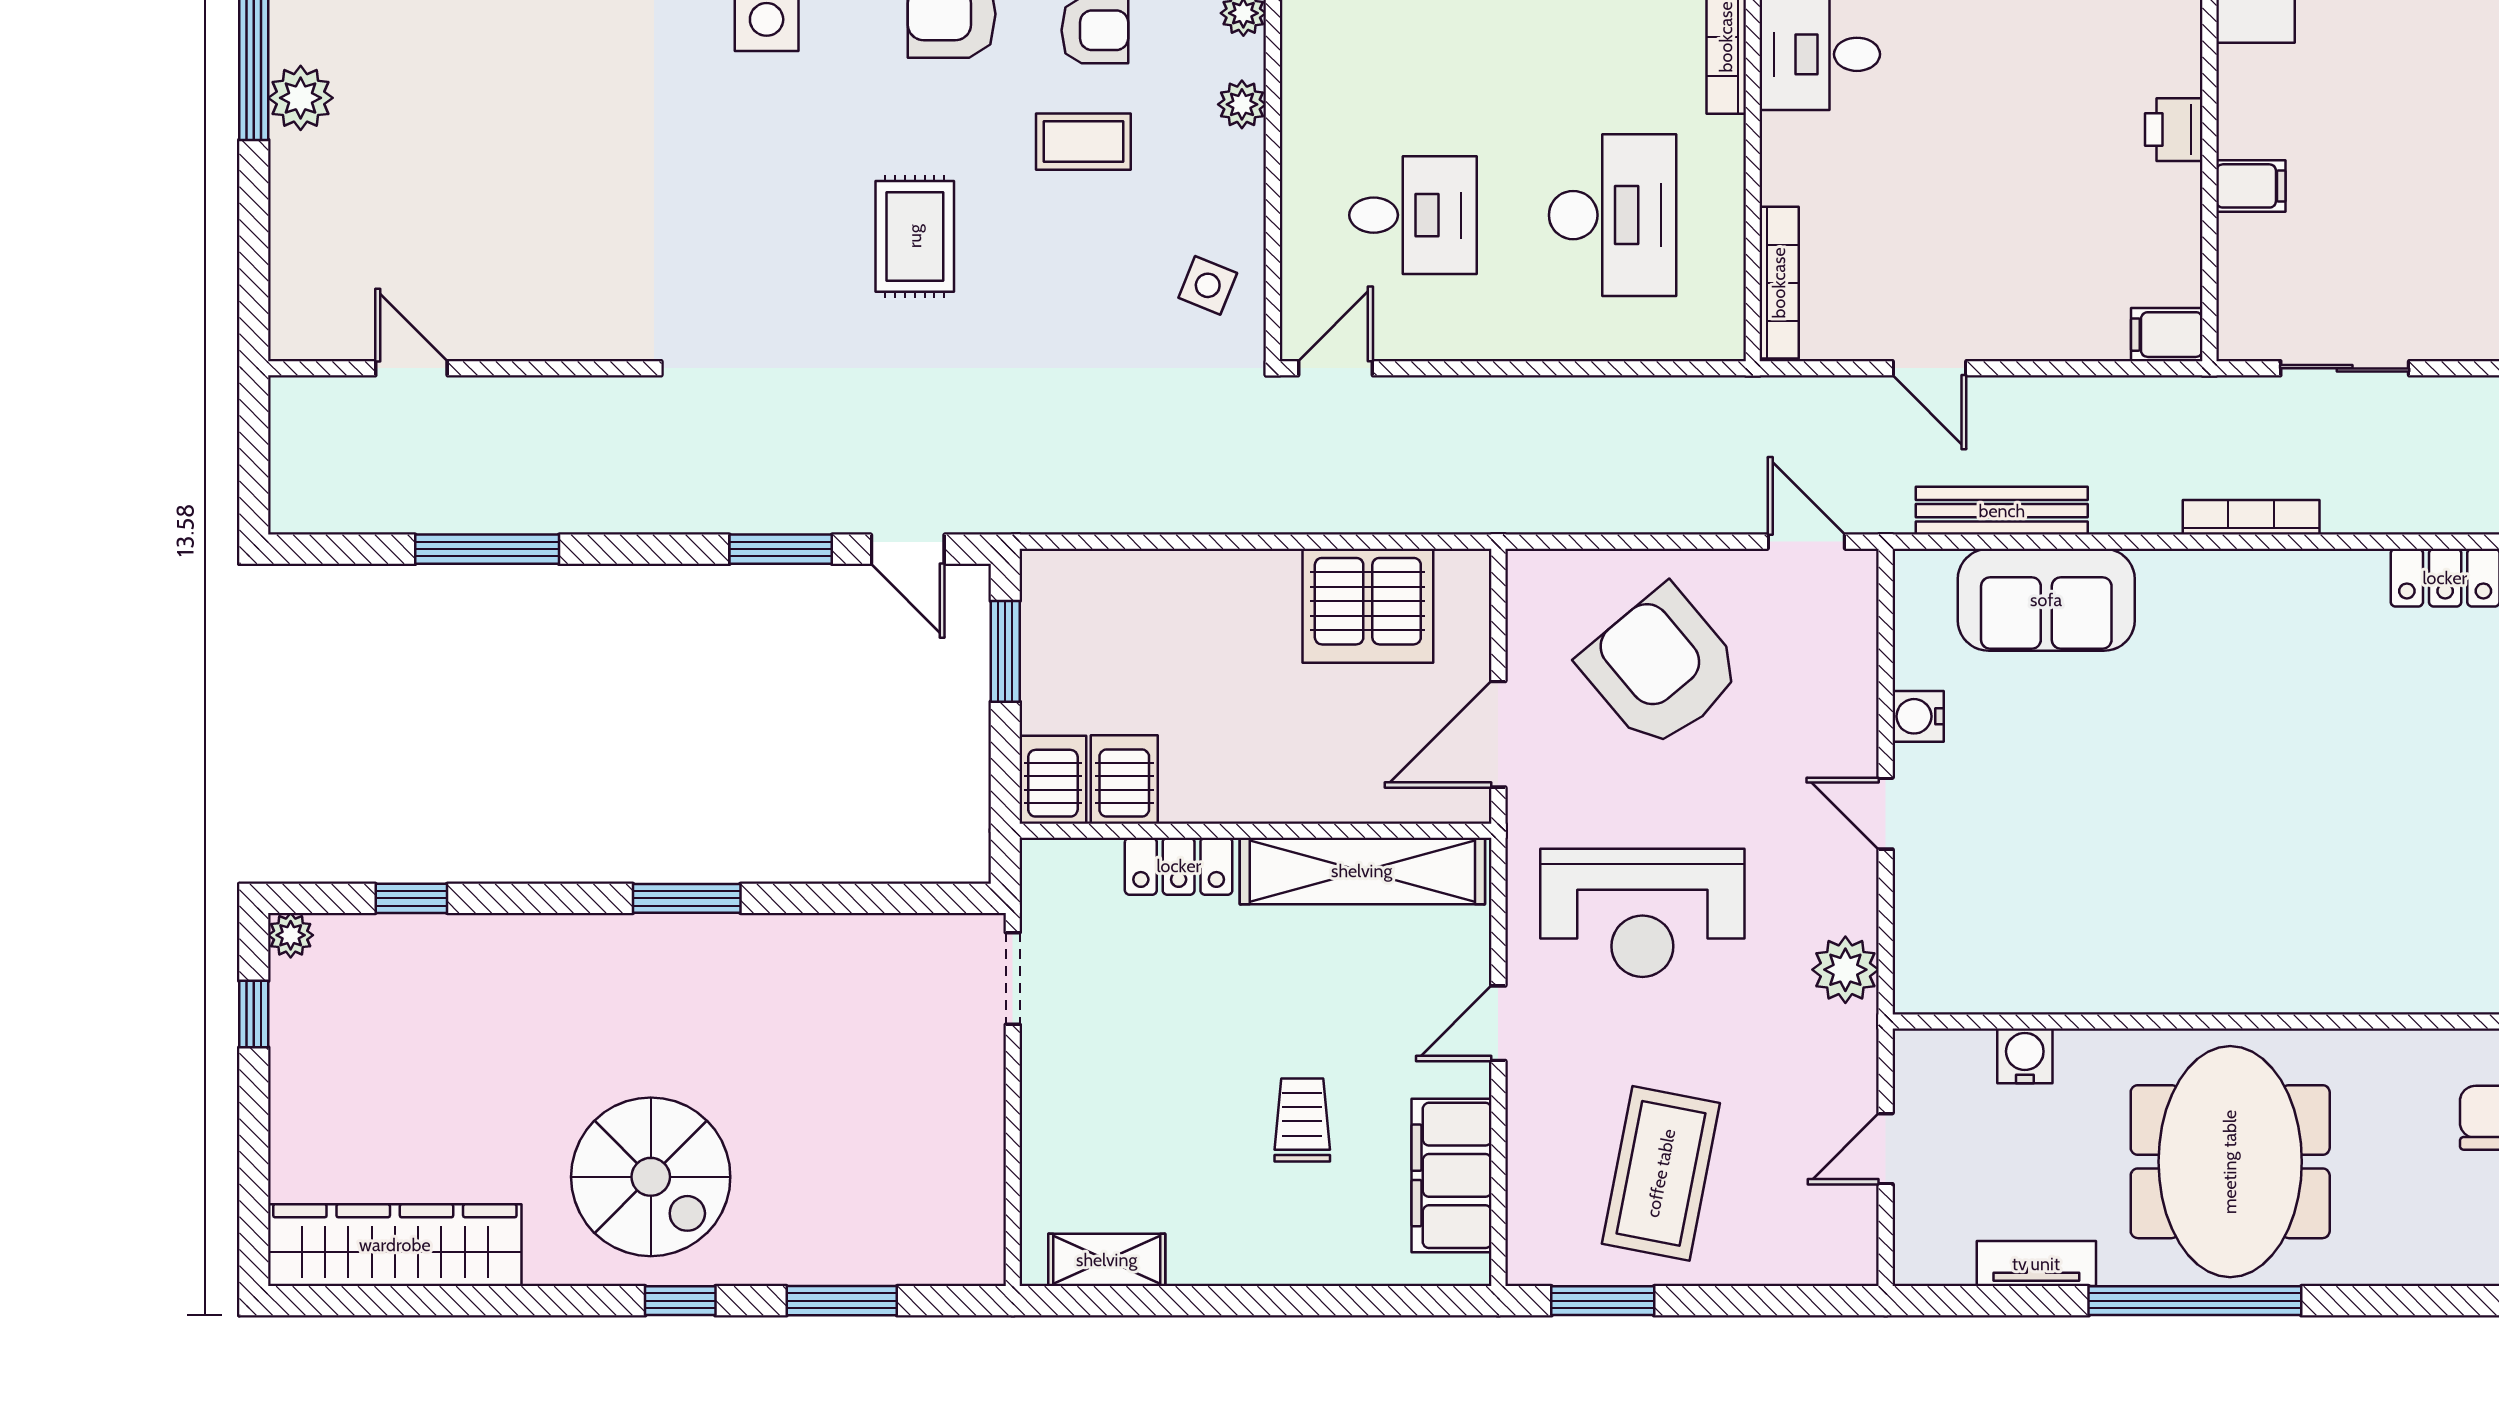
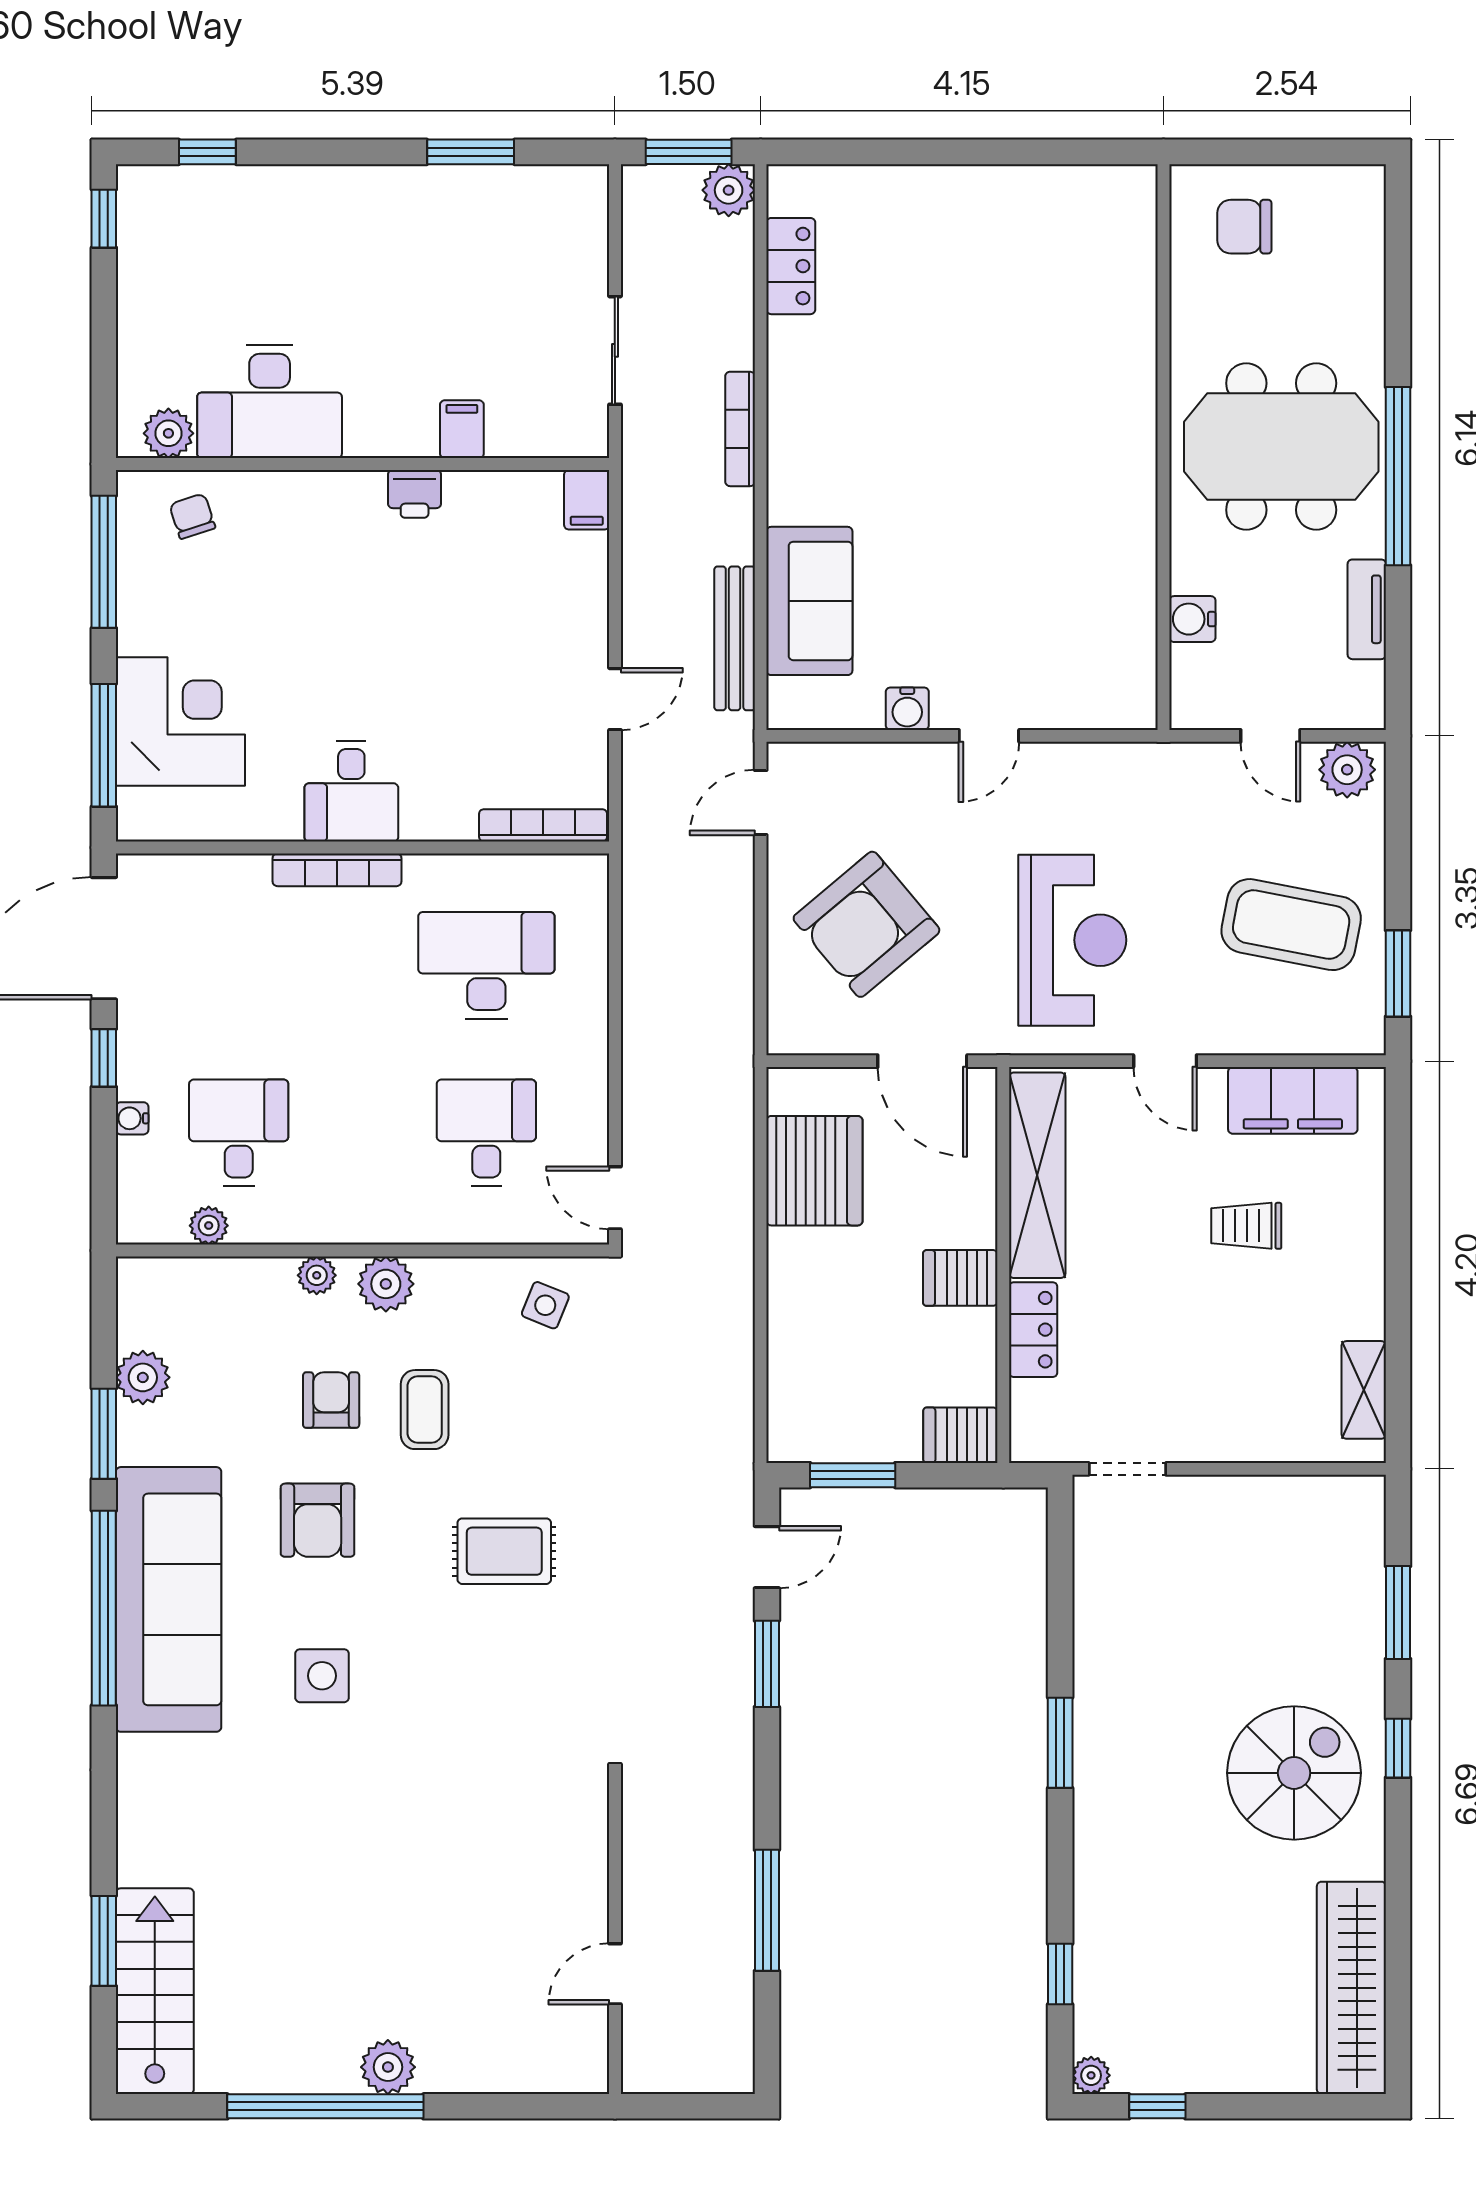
plant: (1242, 104) -> (386, 1284), width x1.38, depth x1.38
server rack: (1124, 779) -> (960, 1278), moved
plant: (1845, 970) -> (1347, 770), moved

